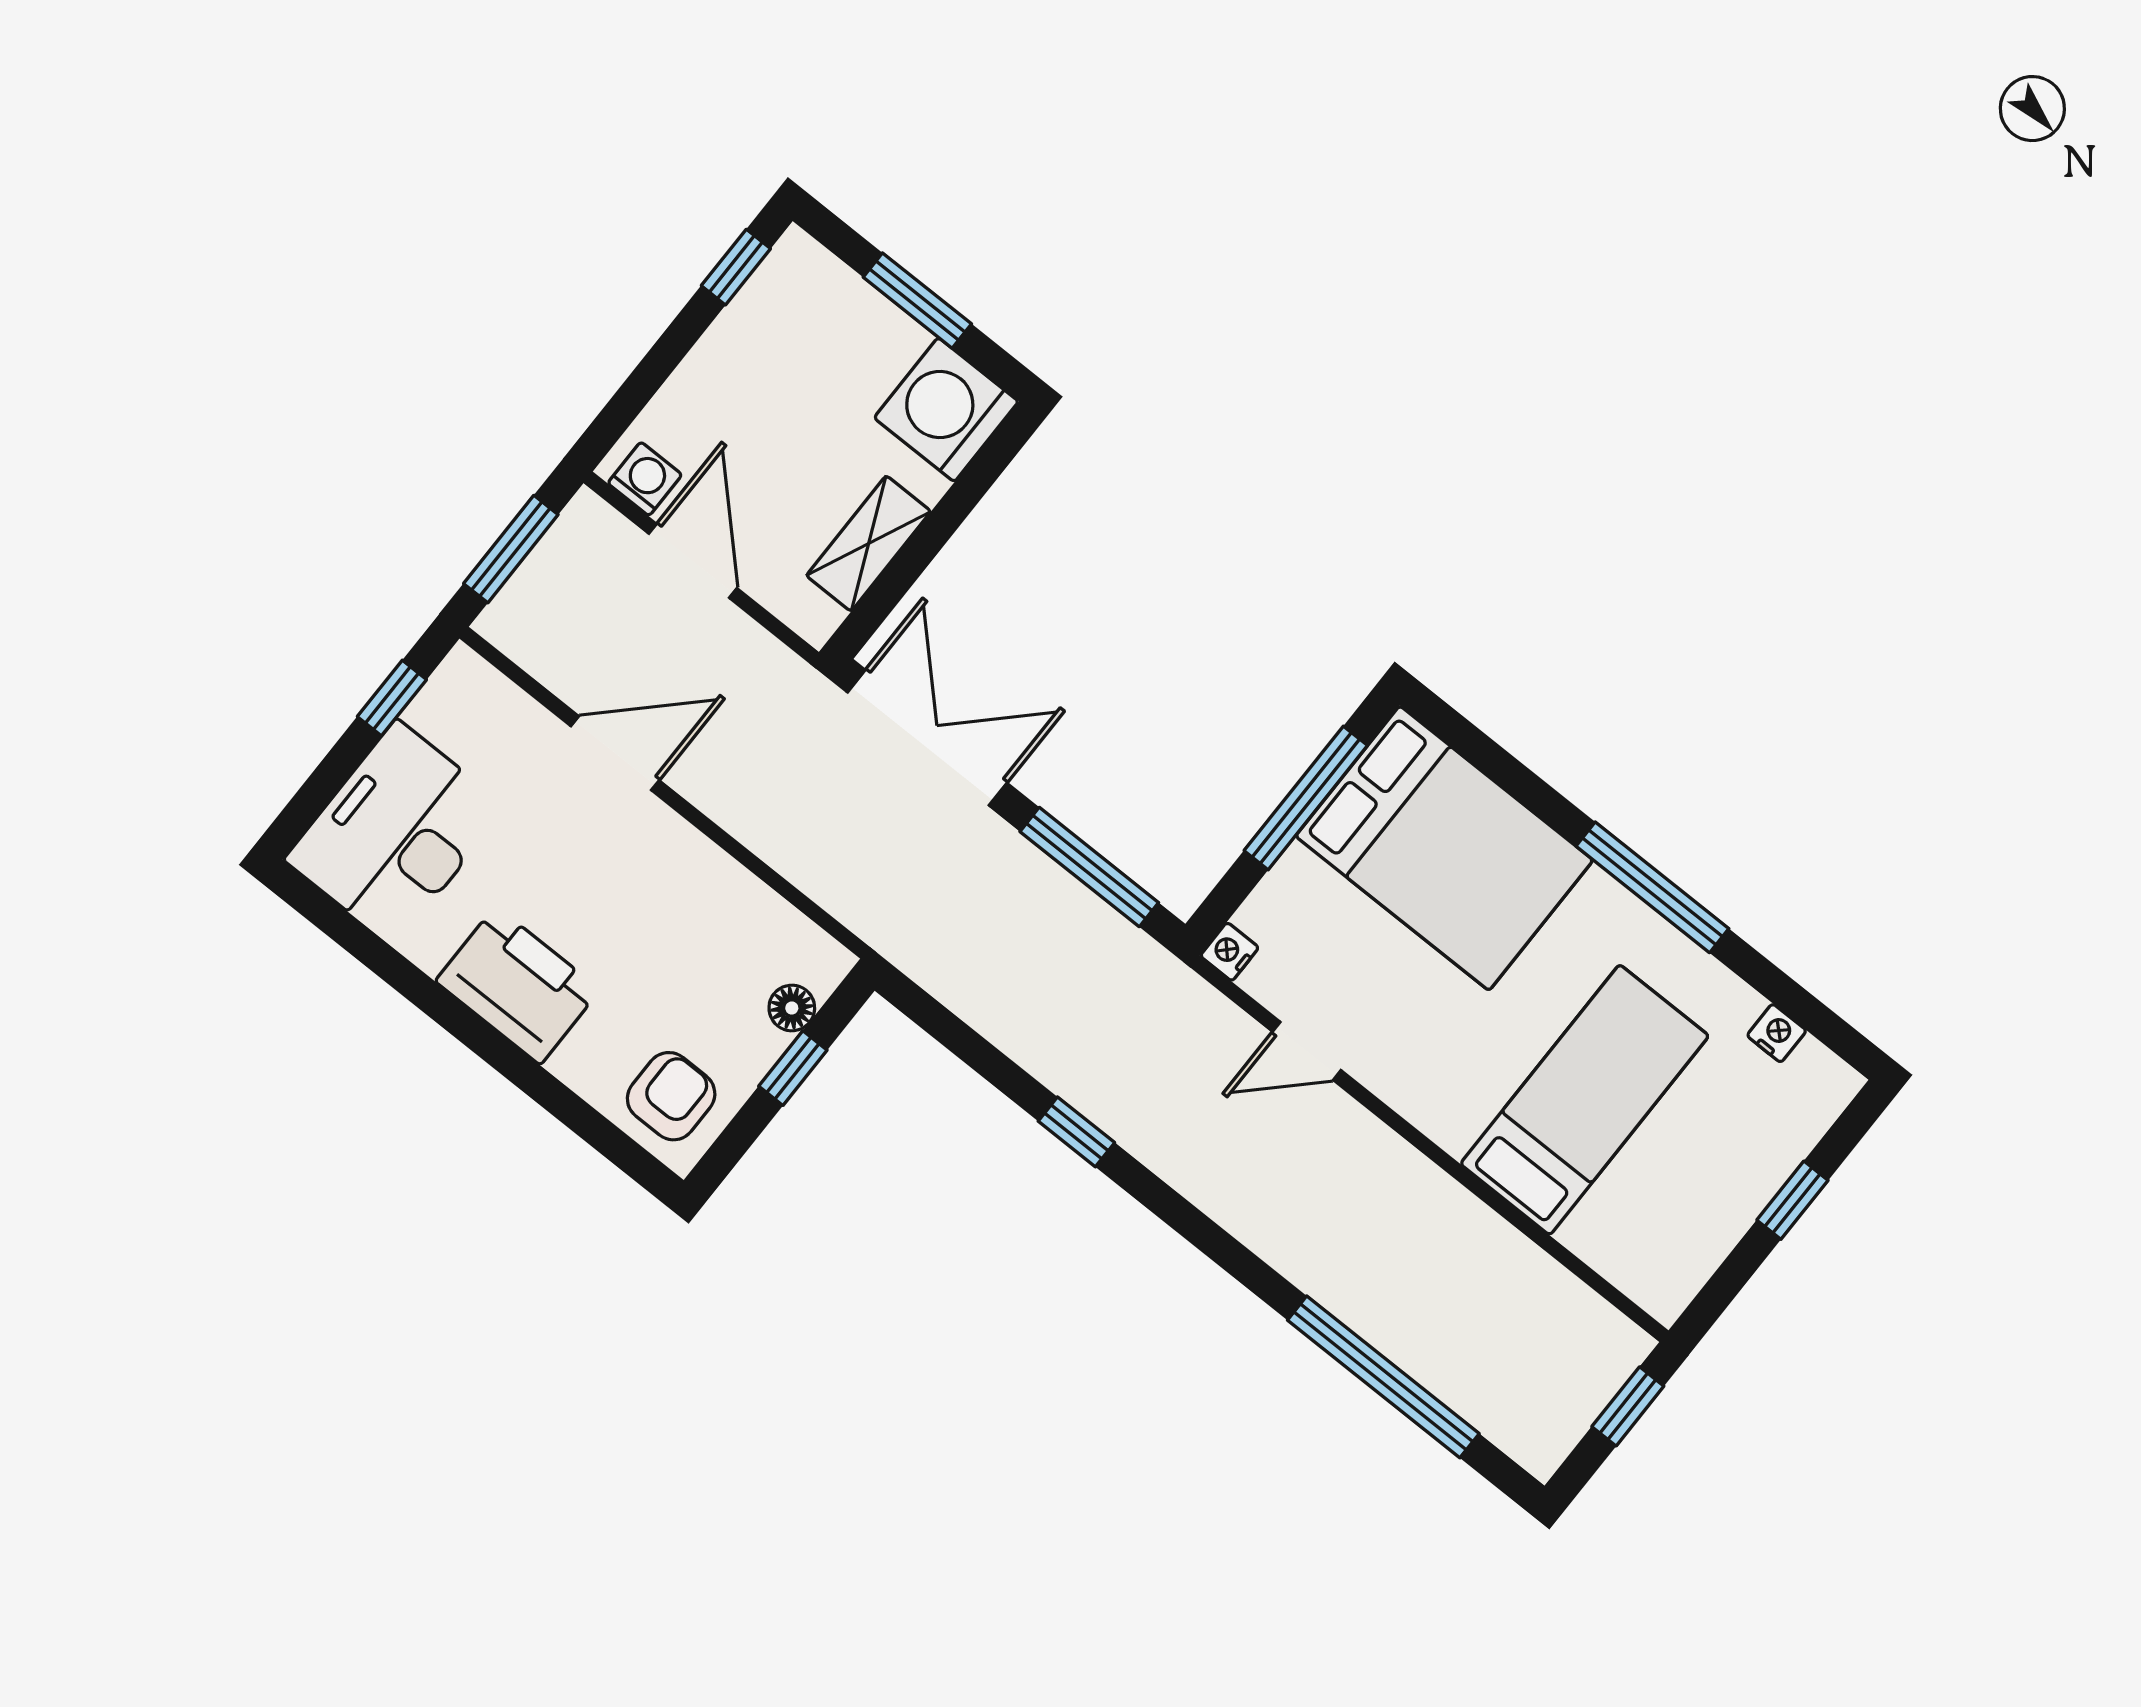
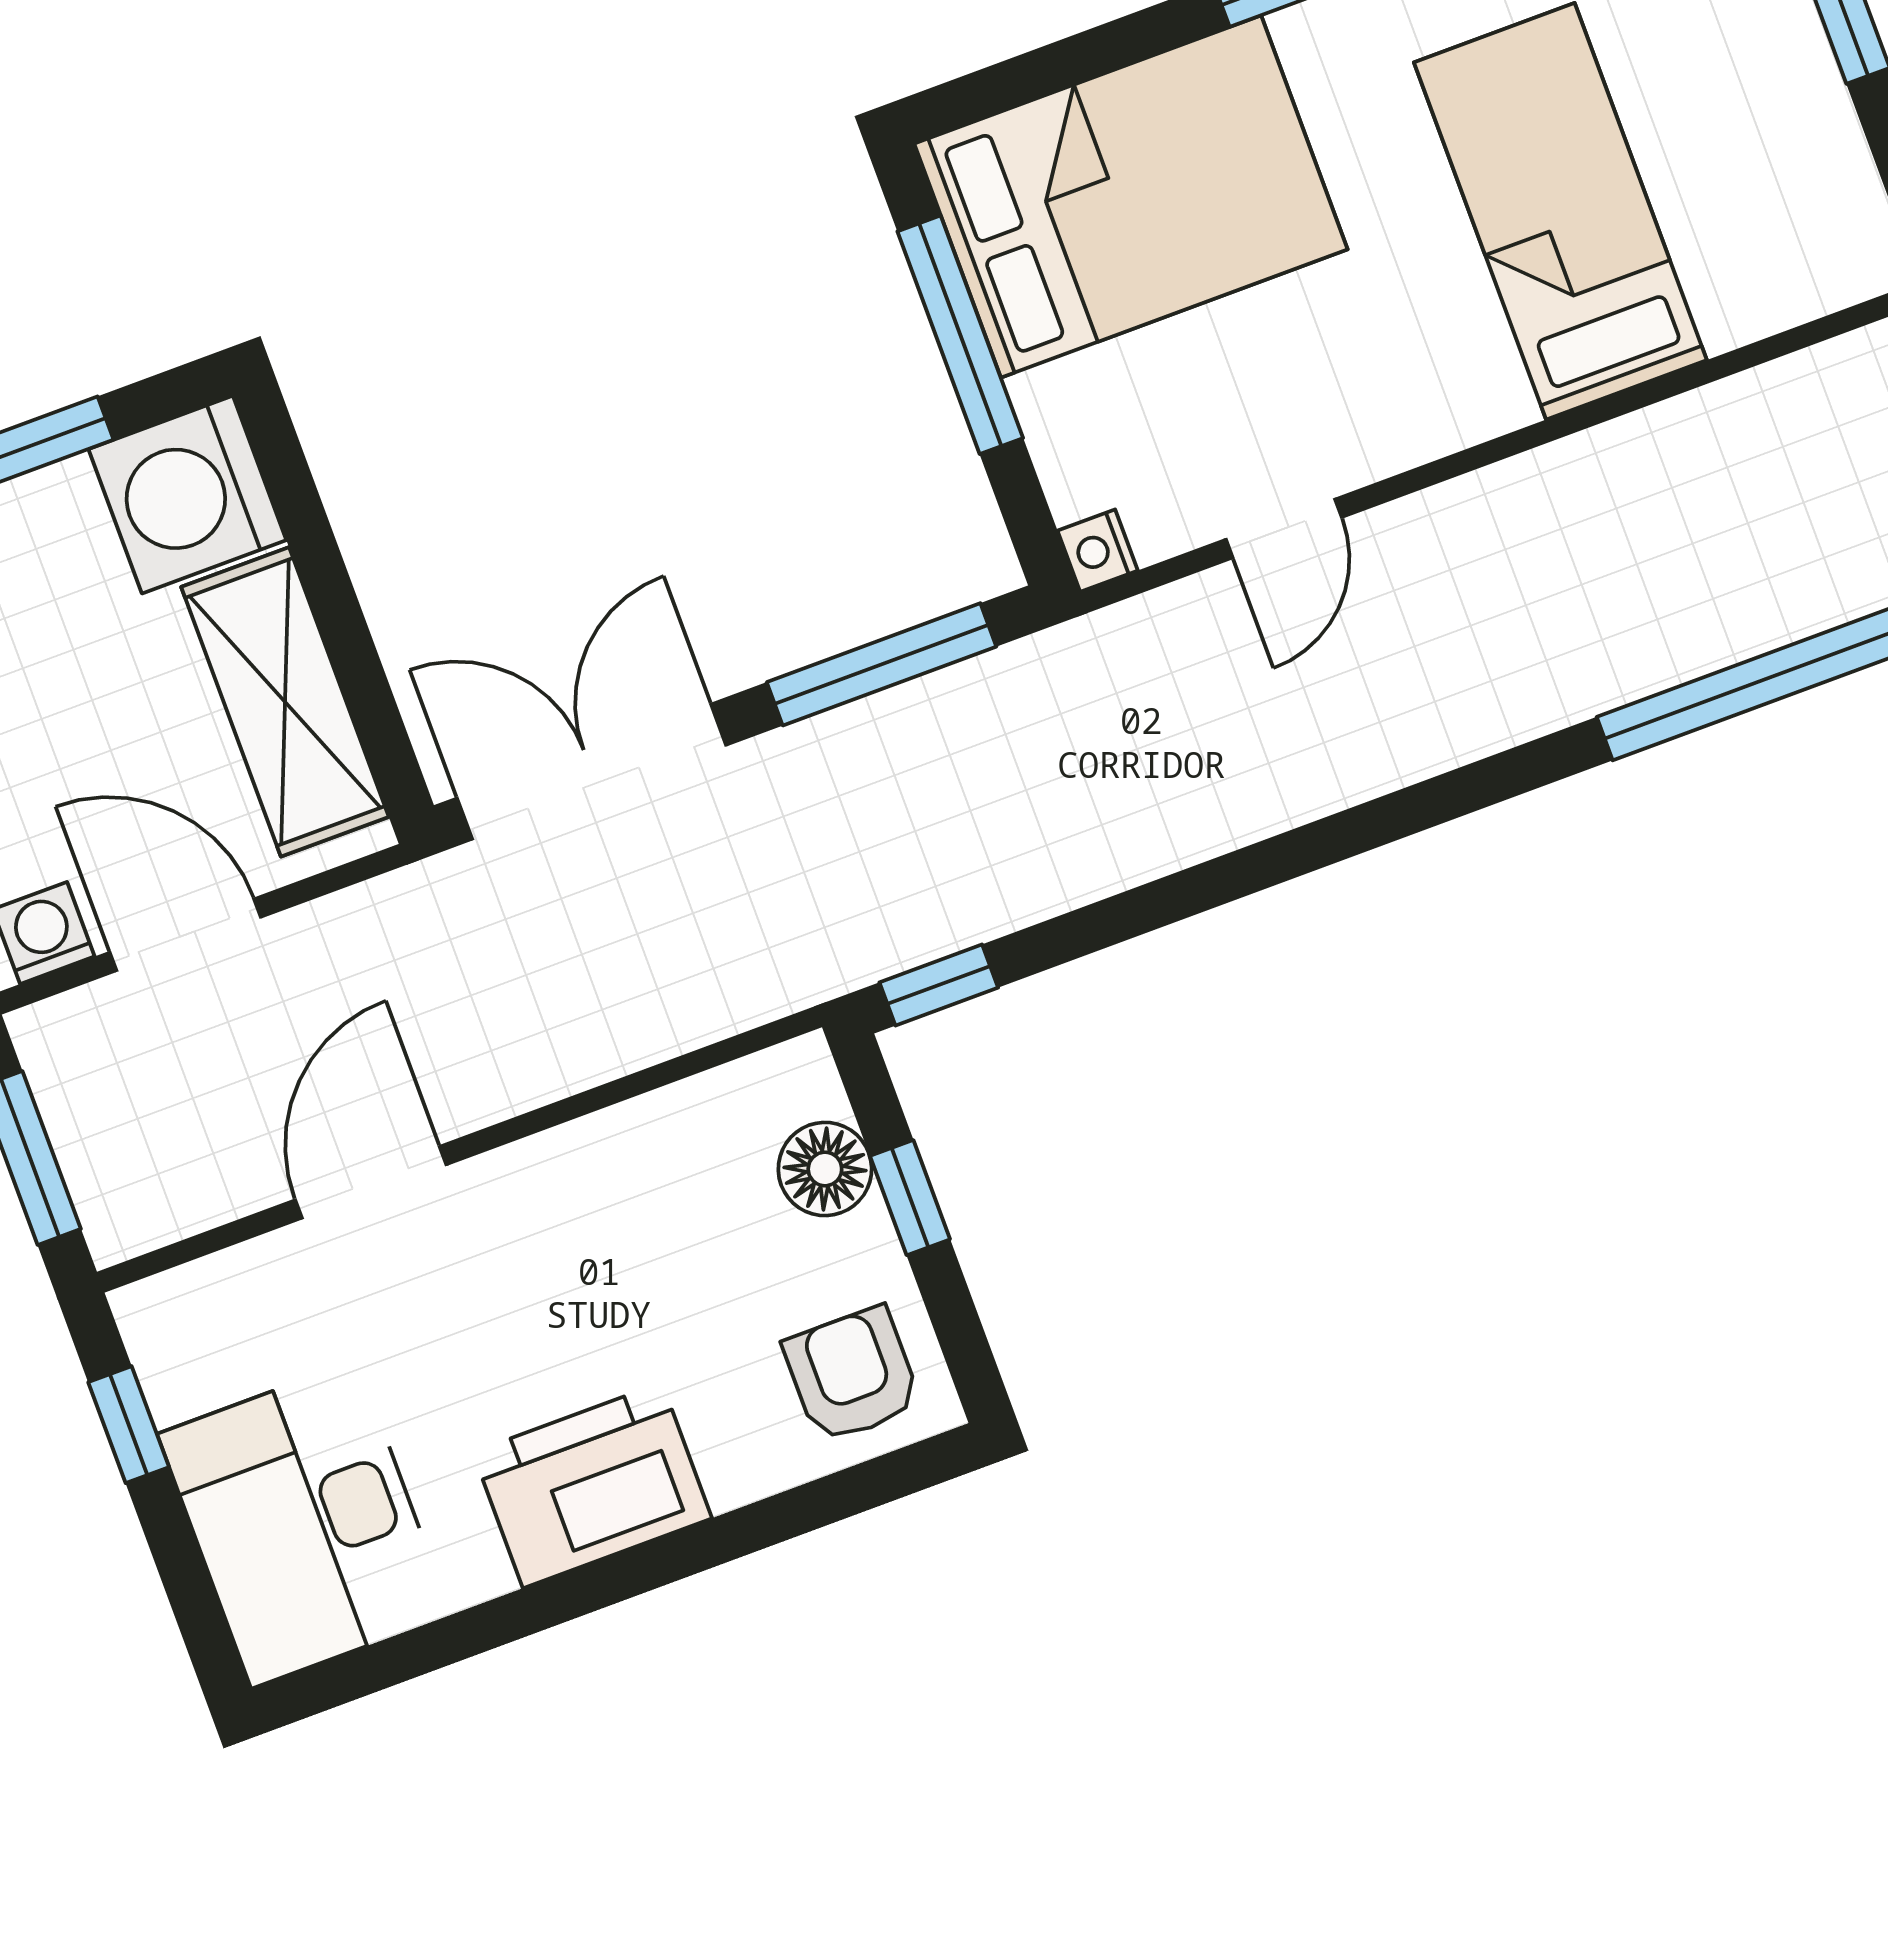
shelving: (869, 543) -> (285, 702), width x1.50, depth x1.33
floor lamp: (792, 1008) -> (825, 1169), width x1.37, depth x1.37
window: (1076, 1132) -> (939, 985), moved

